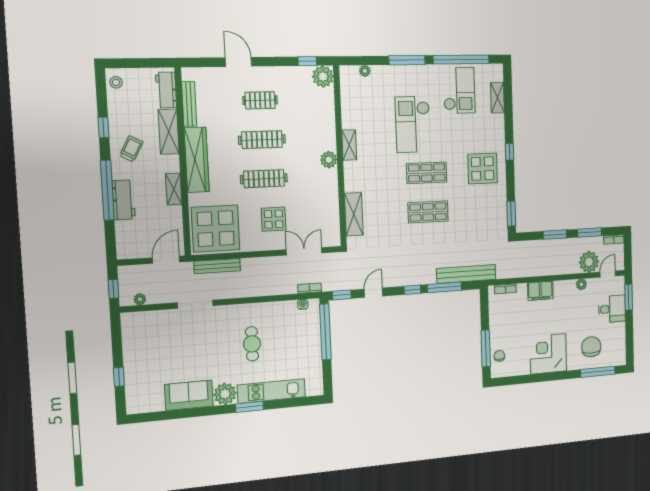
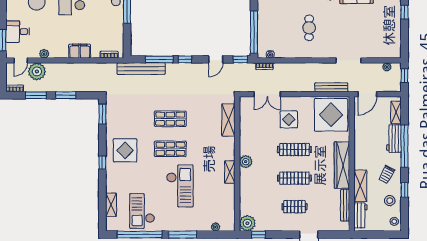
stool: (125, 112) -> (390, 201), added
shelving: (174, 189) -> (396, 112), moved

